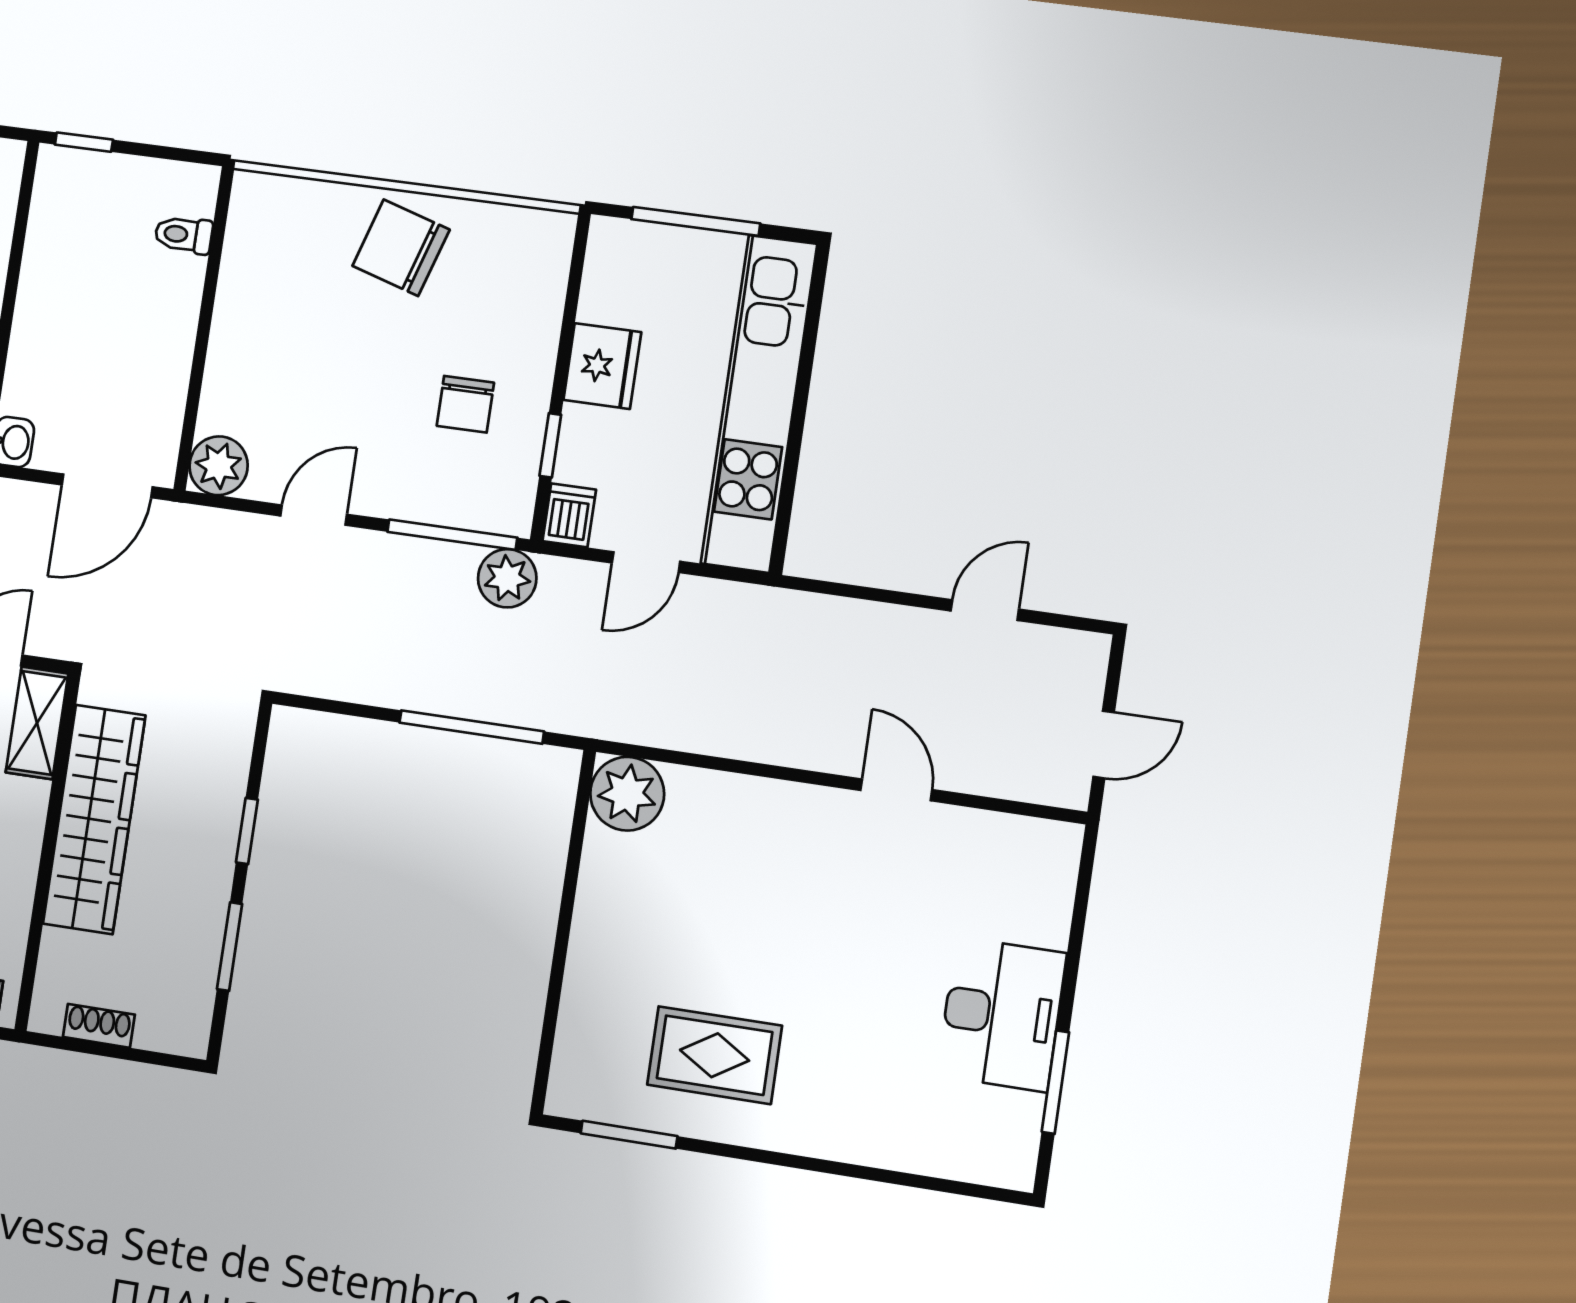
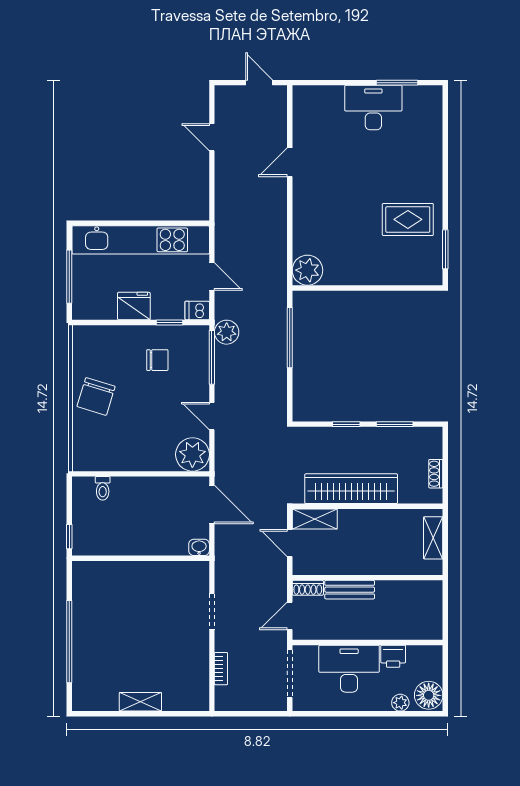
plant: (219, 466) -> (192, 454), width x1.36, depth x1.36
rug: (715, 1055) -> (408, 219), turned 90

